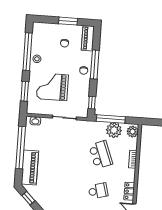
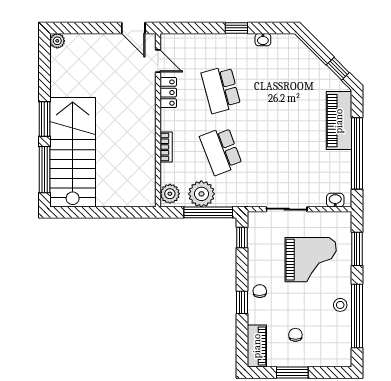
window: (95, 65) -> (242, 302), width x0.46
school desk: (98, 191) -> (221, 89), width x1.85

